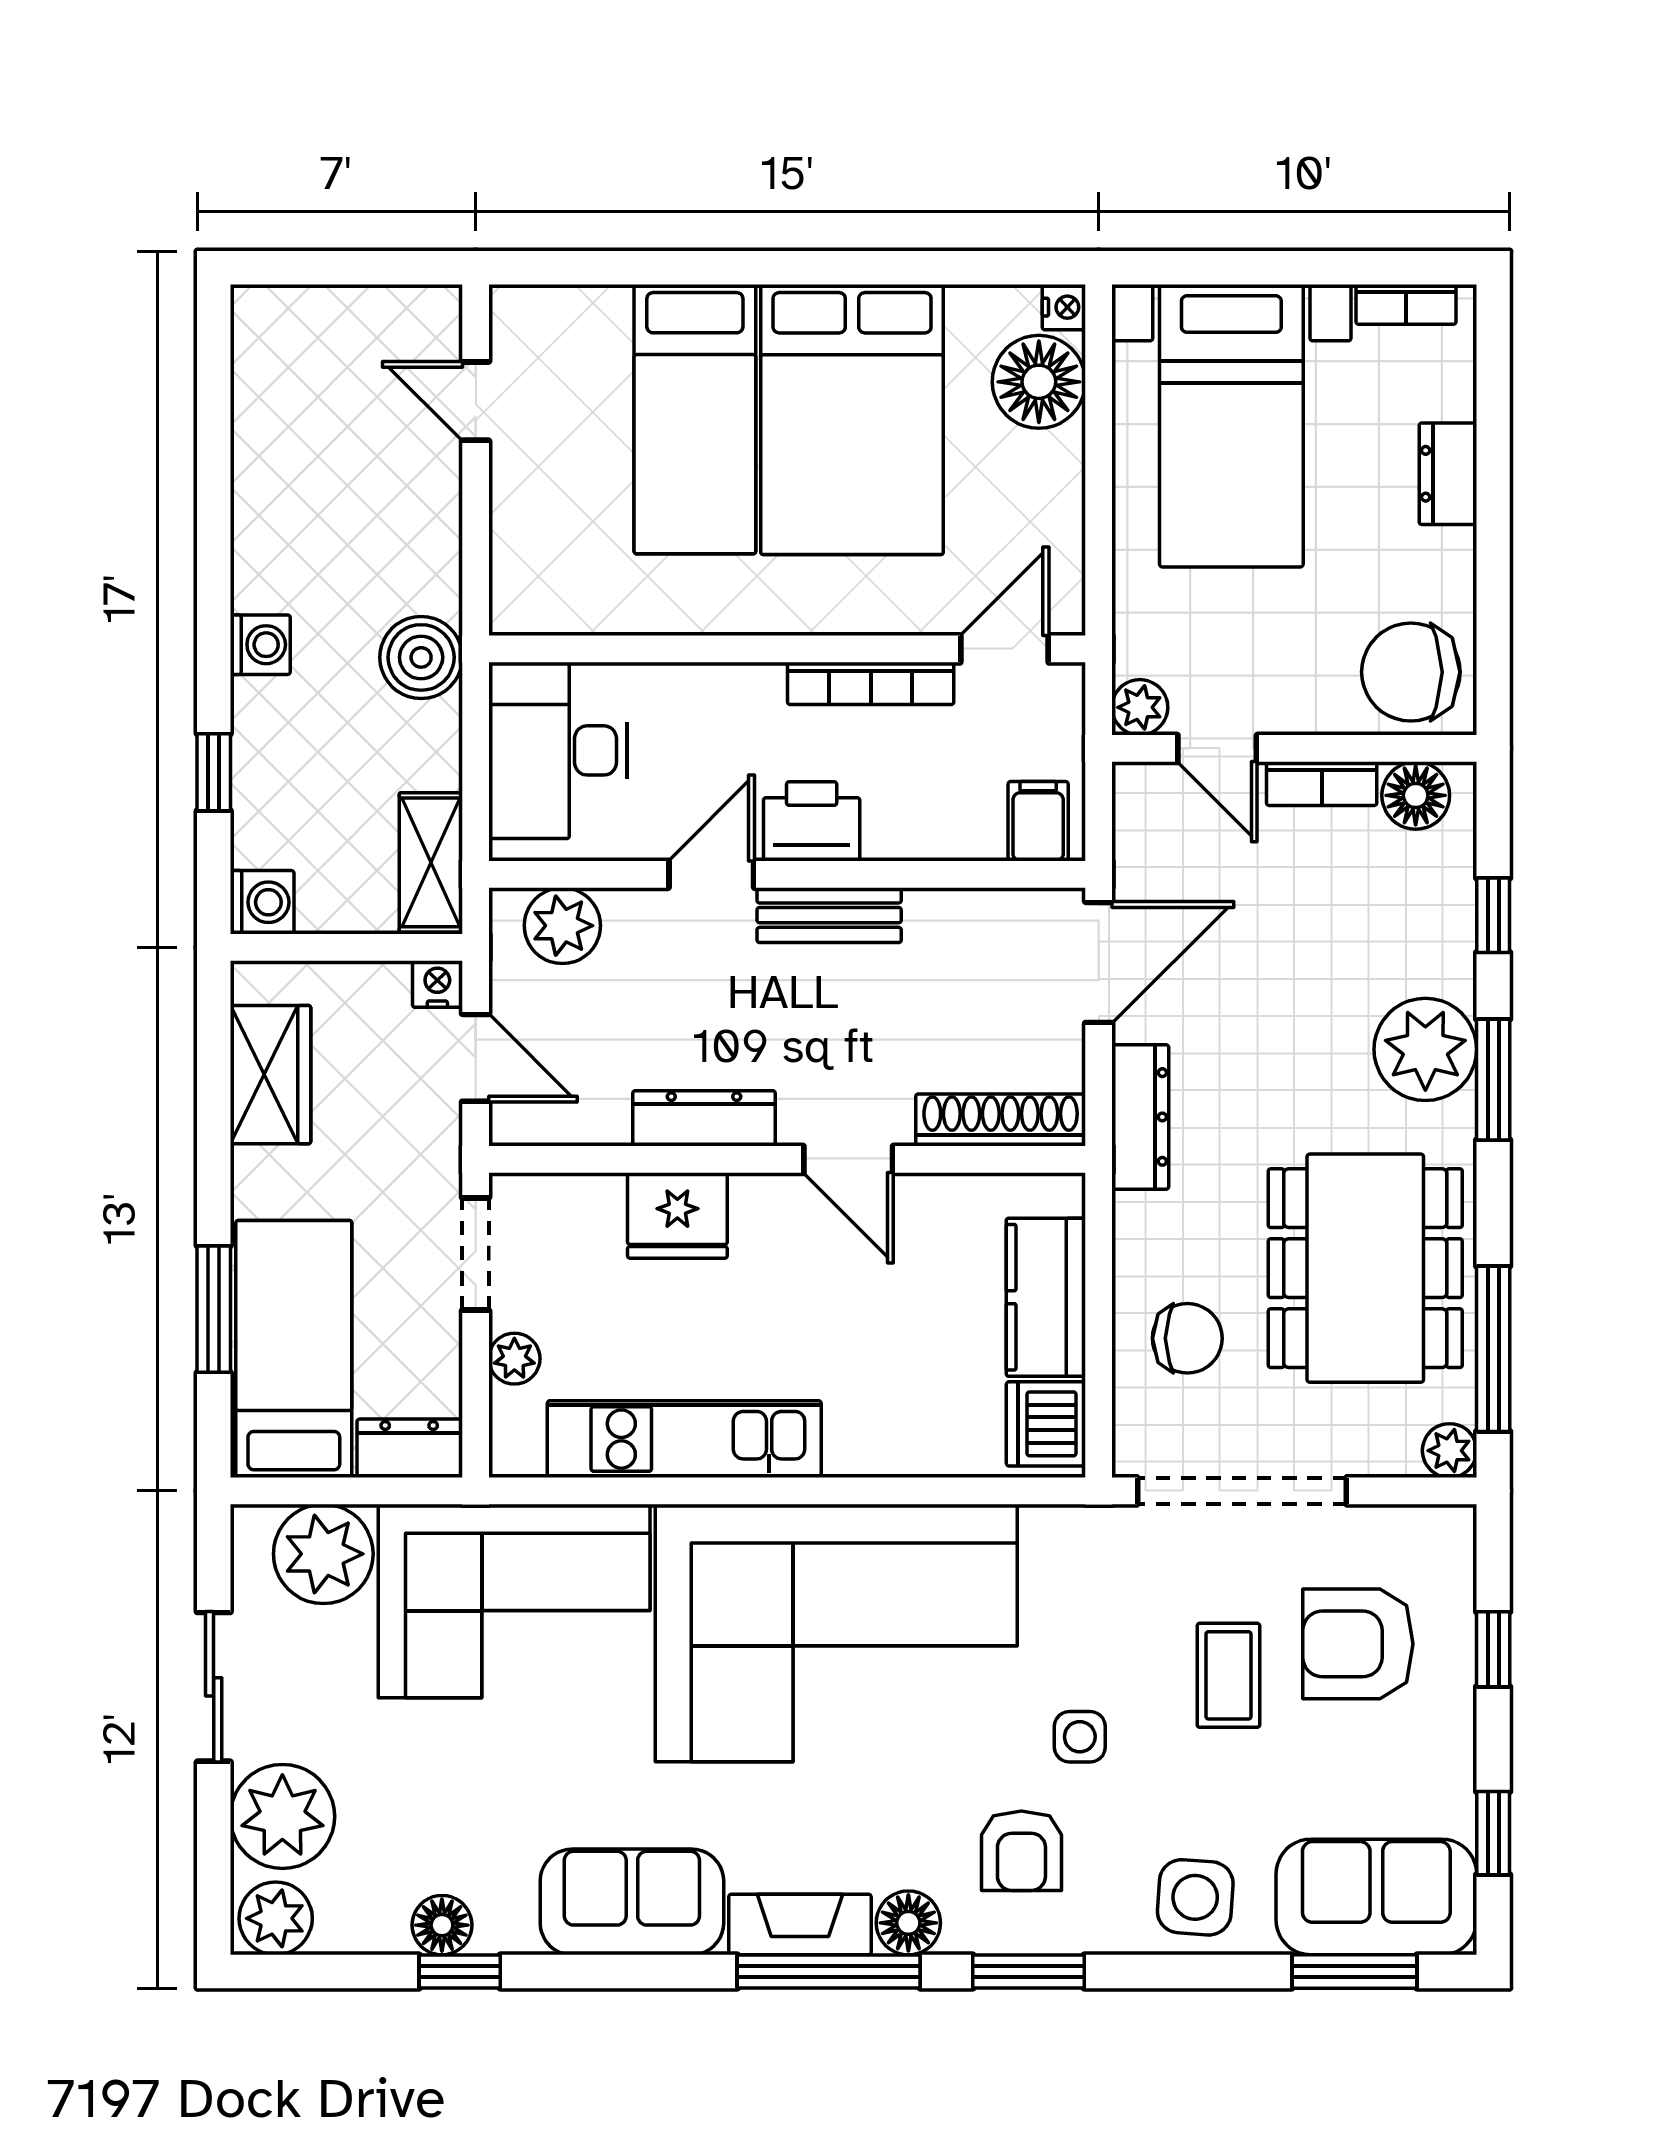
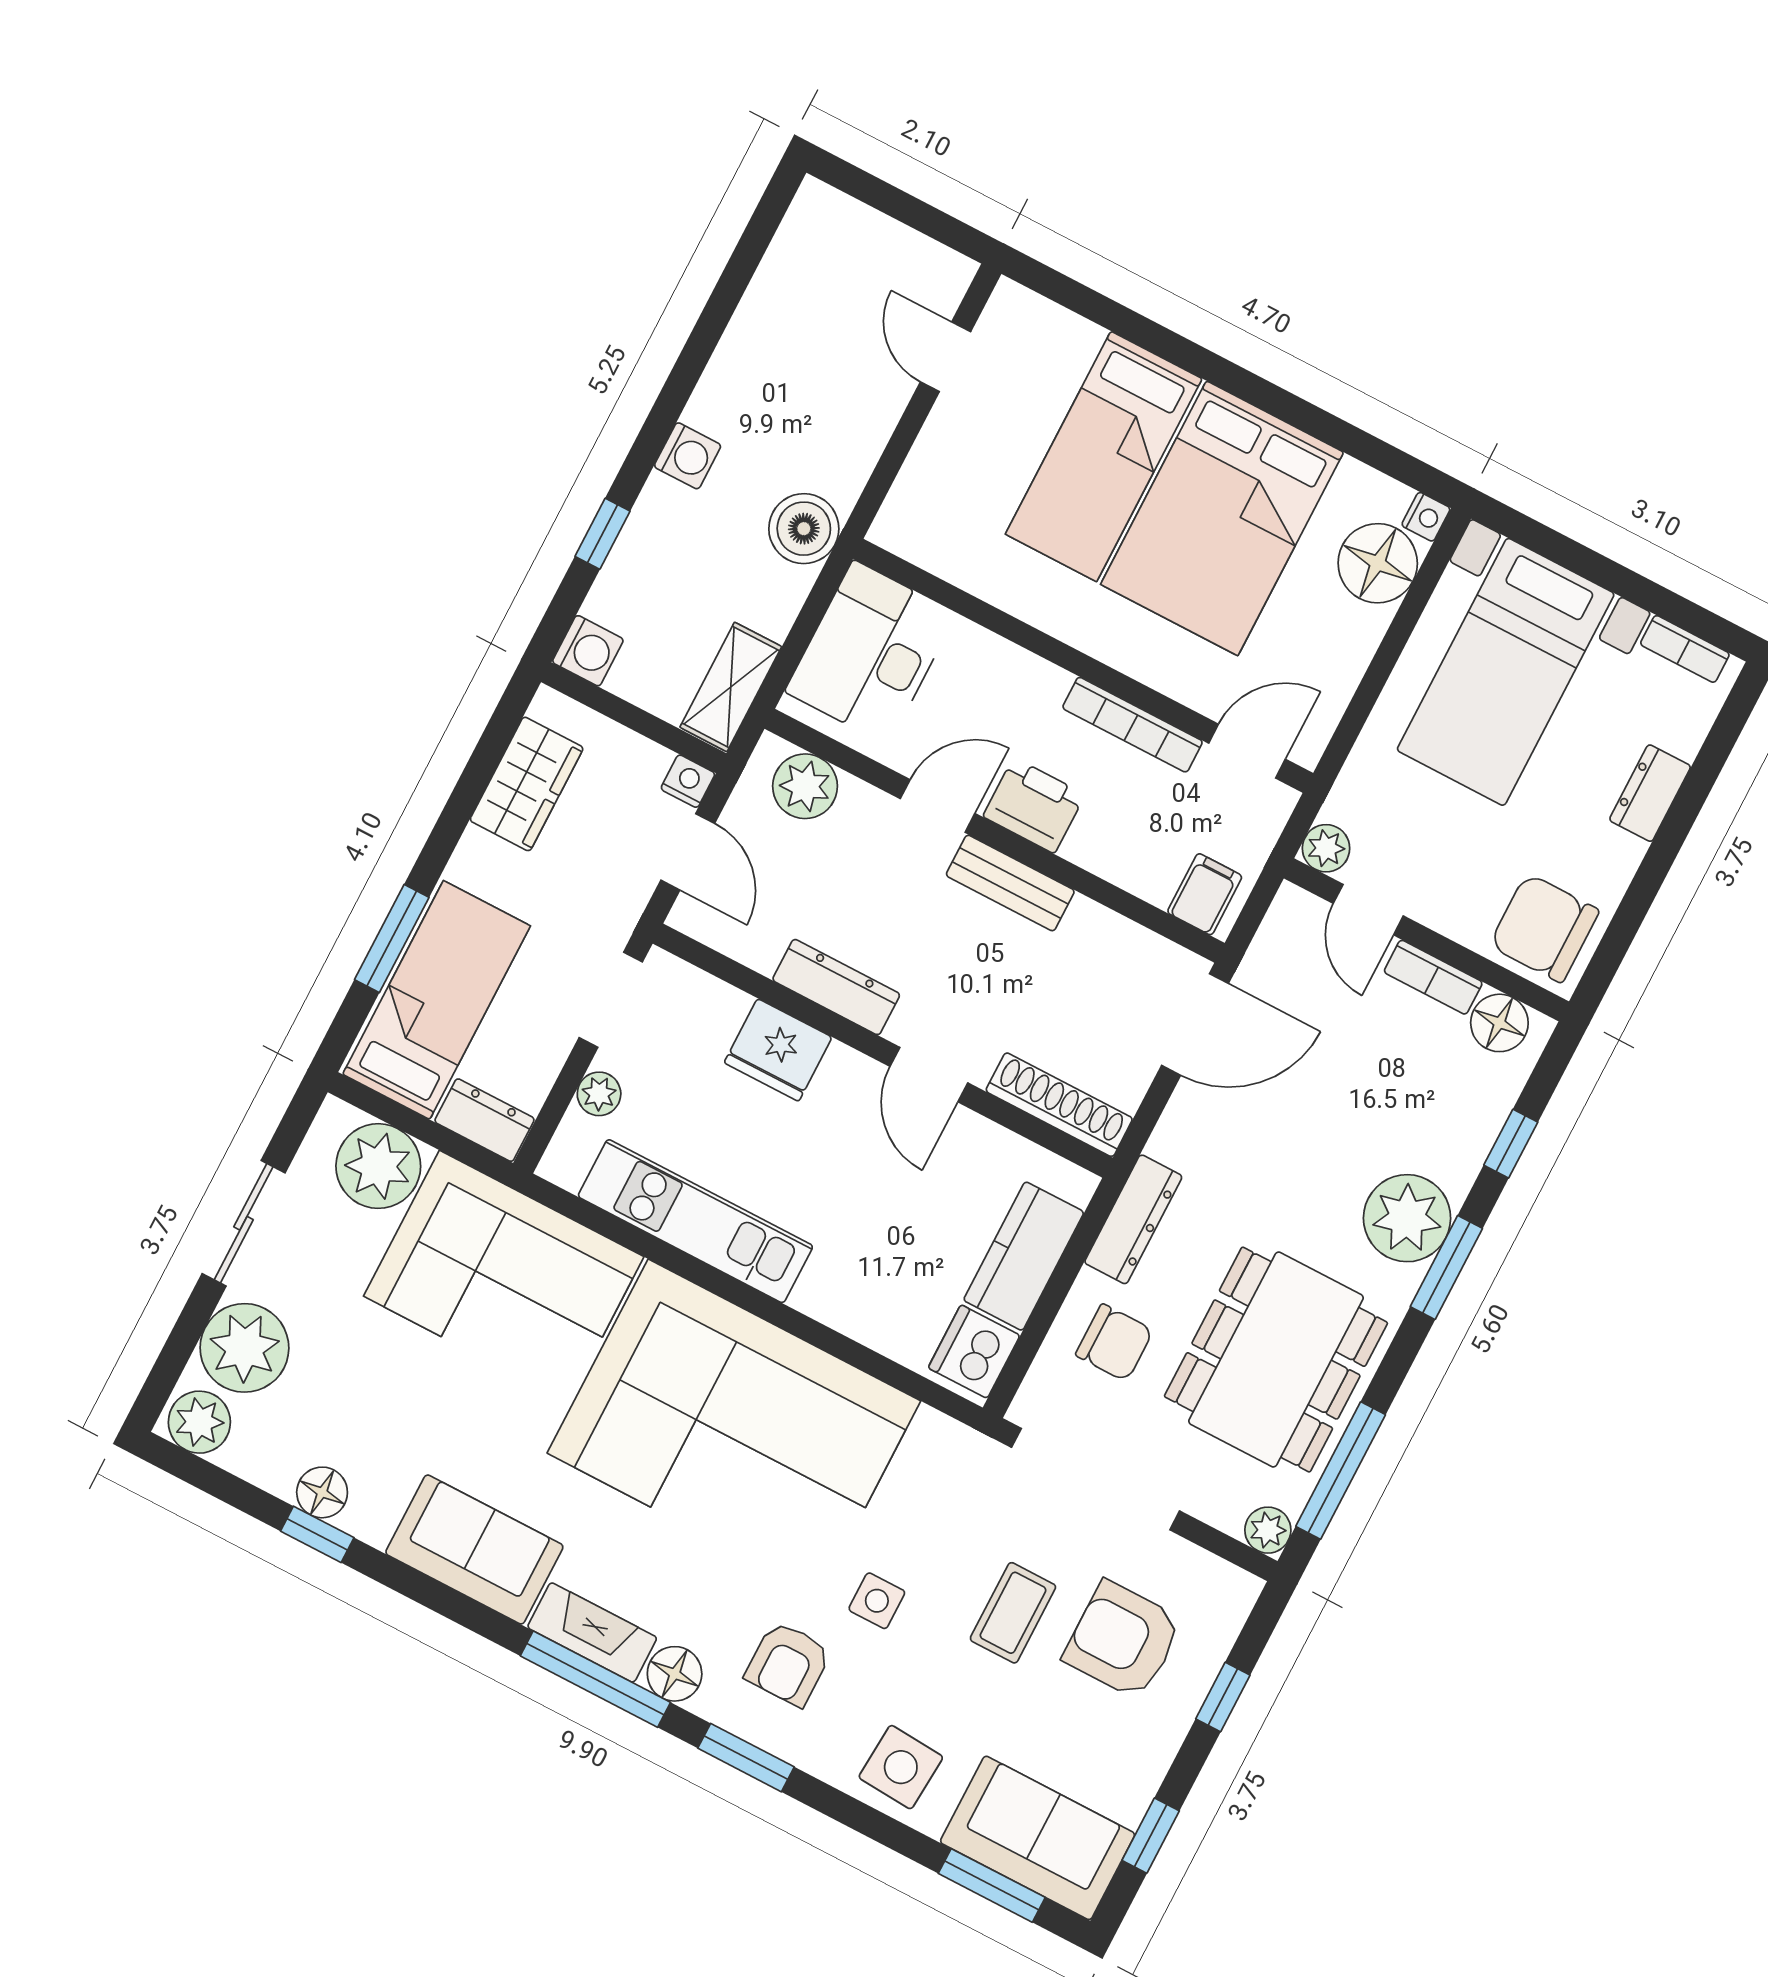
dresser: (1140, 1117) -> (1133, 1219), moved

